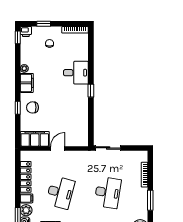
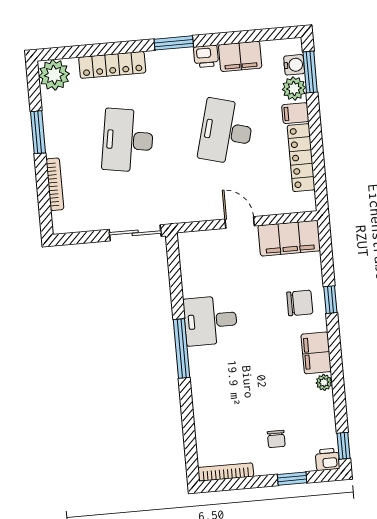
desk: (76, 73) -> (210, 321), moved
window: (91, 91) -> (182, 349), width x2.17
door: (58, 148) -> (240, 222), swing flipped

